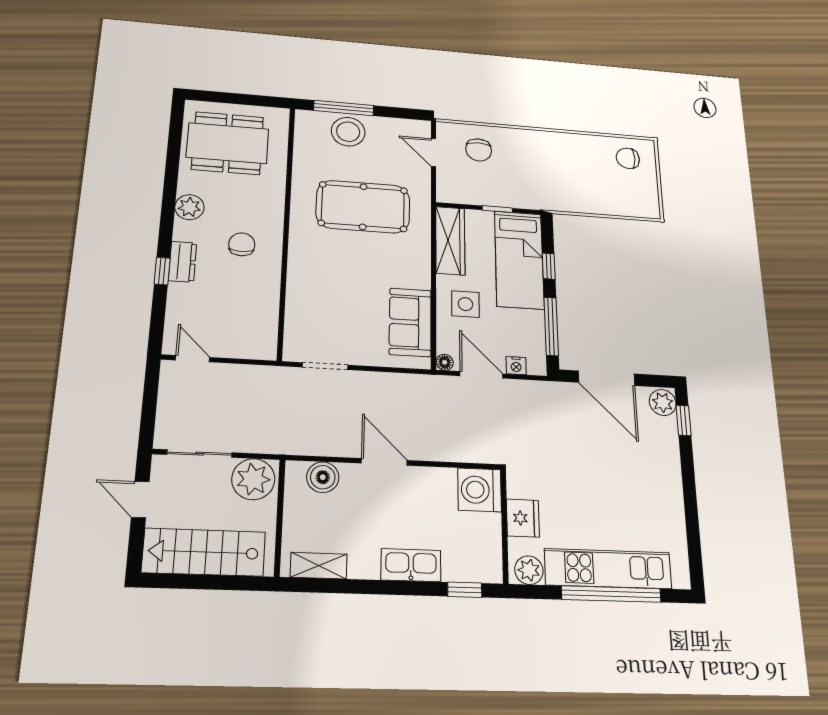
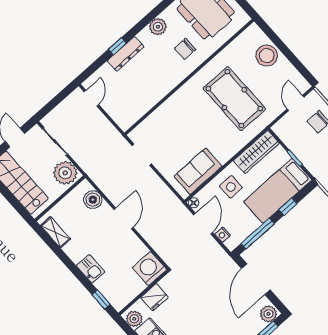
window: (344, 108) -> (277, 42), removed
chair: (242, 244) -> (185, 49), moved, turned 180
dresser: (182, 262) -> (126, 54), width x1.44
kitchen sink: (411, 565) -> (91, 269), width x0.73

